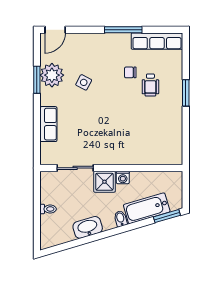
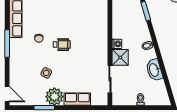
plant: (52, 75) -> (54, 97), moved
wheelchair: (150, 85) -> (62, 45), moved
bathtub: (147, 208) -> (140, 26), removed

